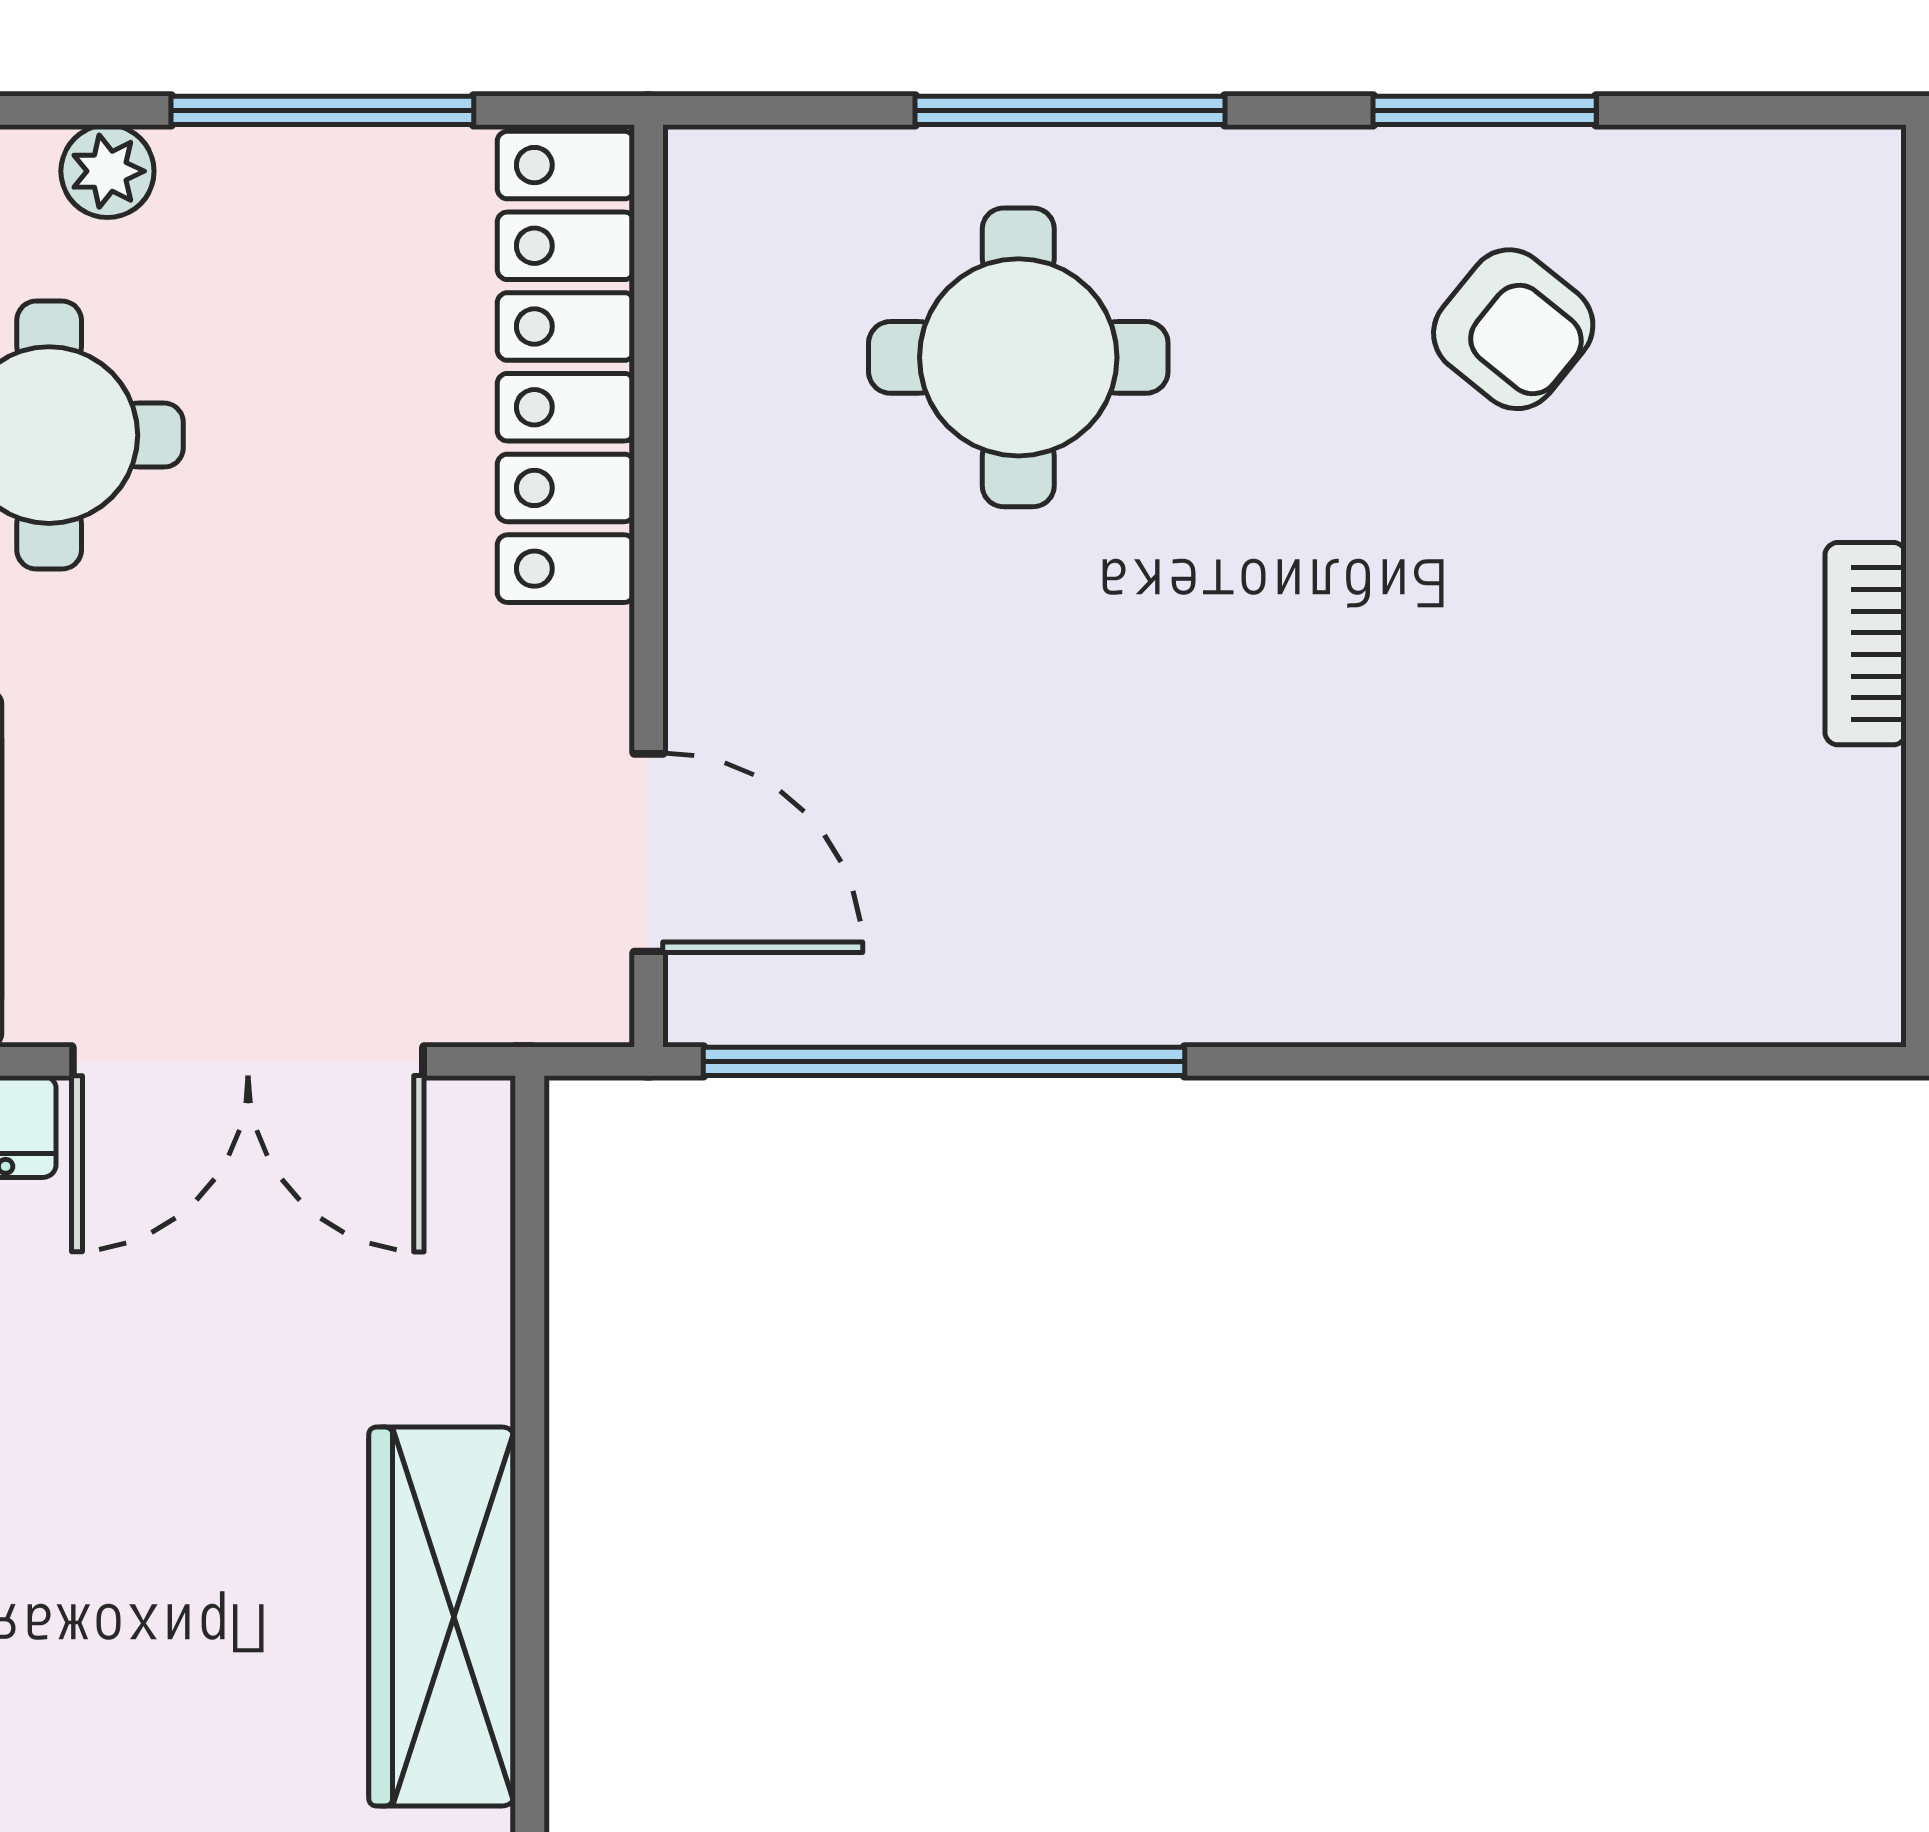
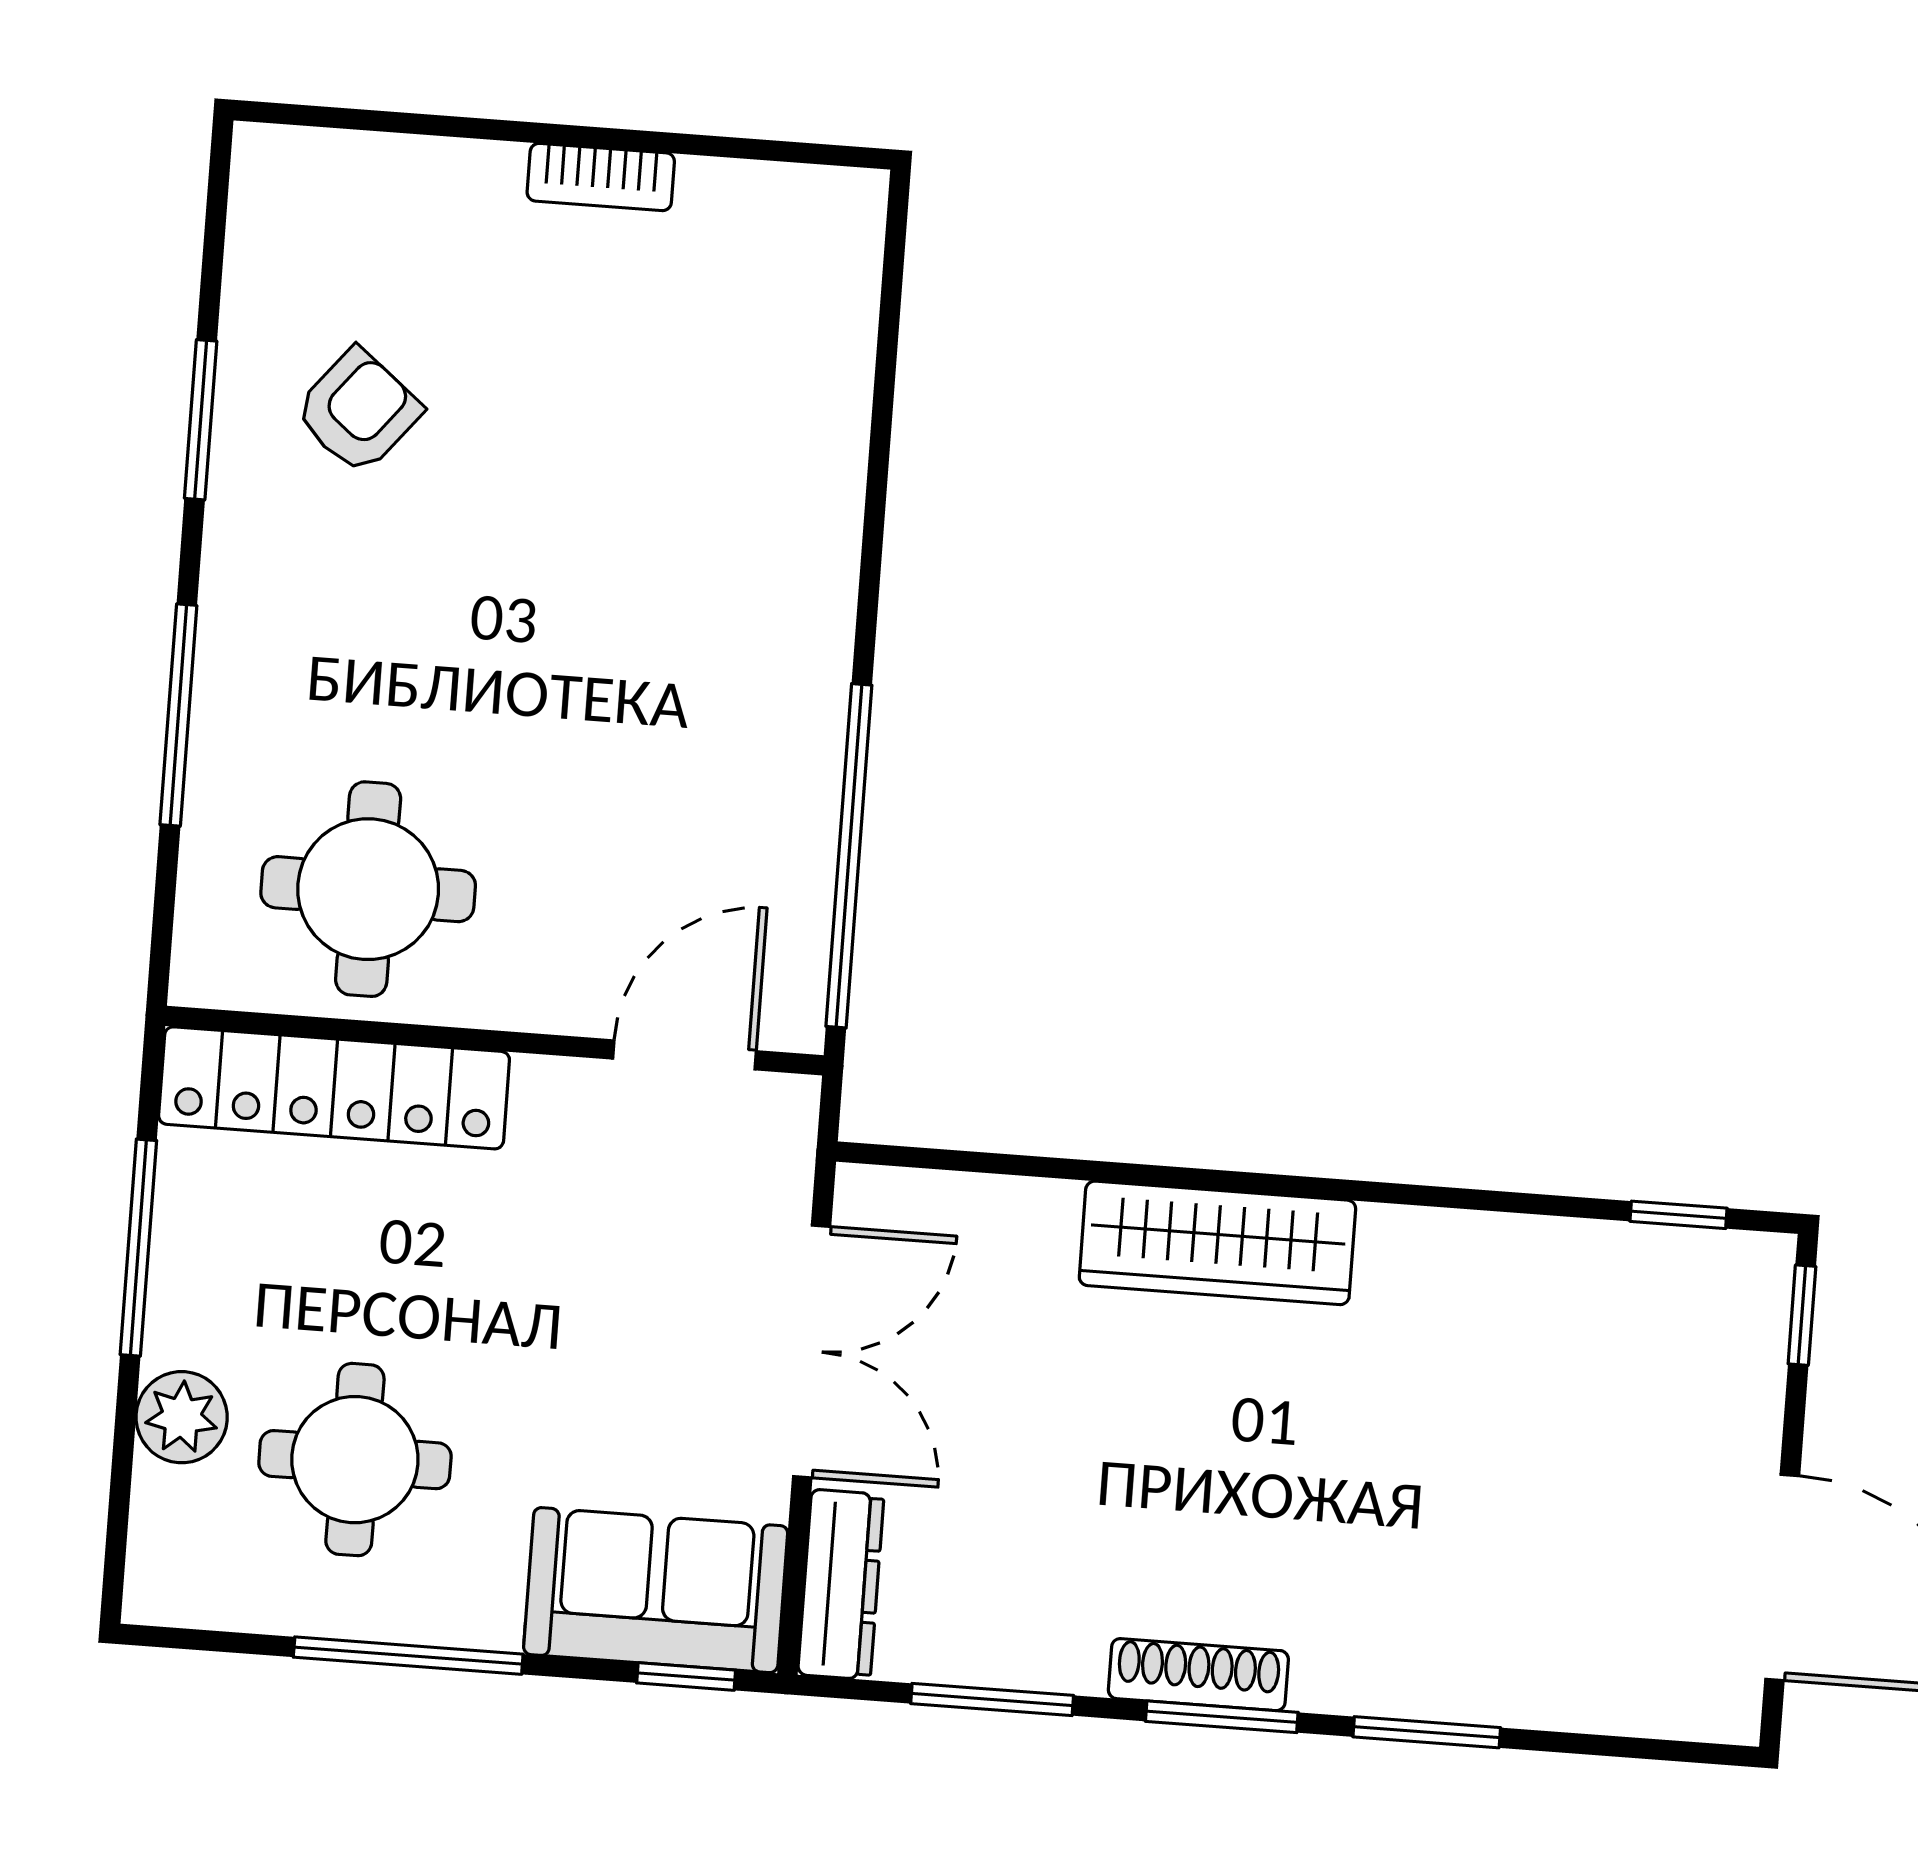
plant: (107, 171) -> (182, 1417), width x1.38, depth x1.38
round table: (1018, 357) -> (368, 889), moved

